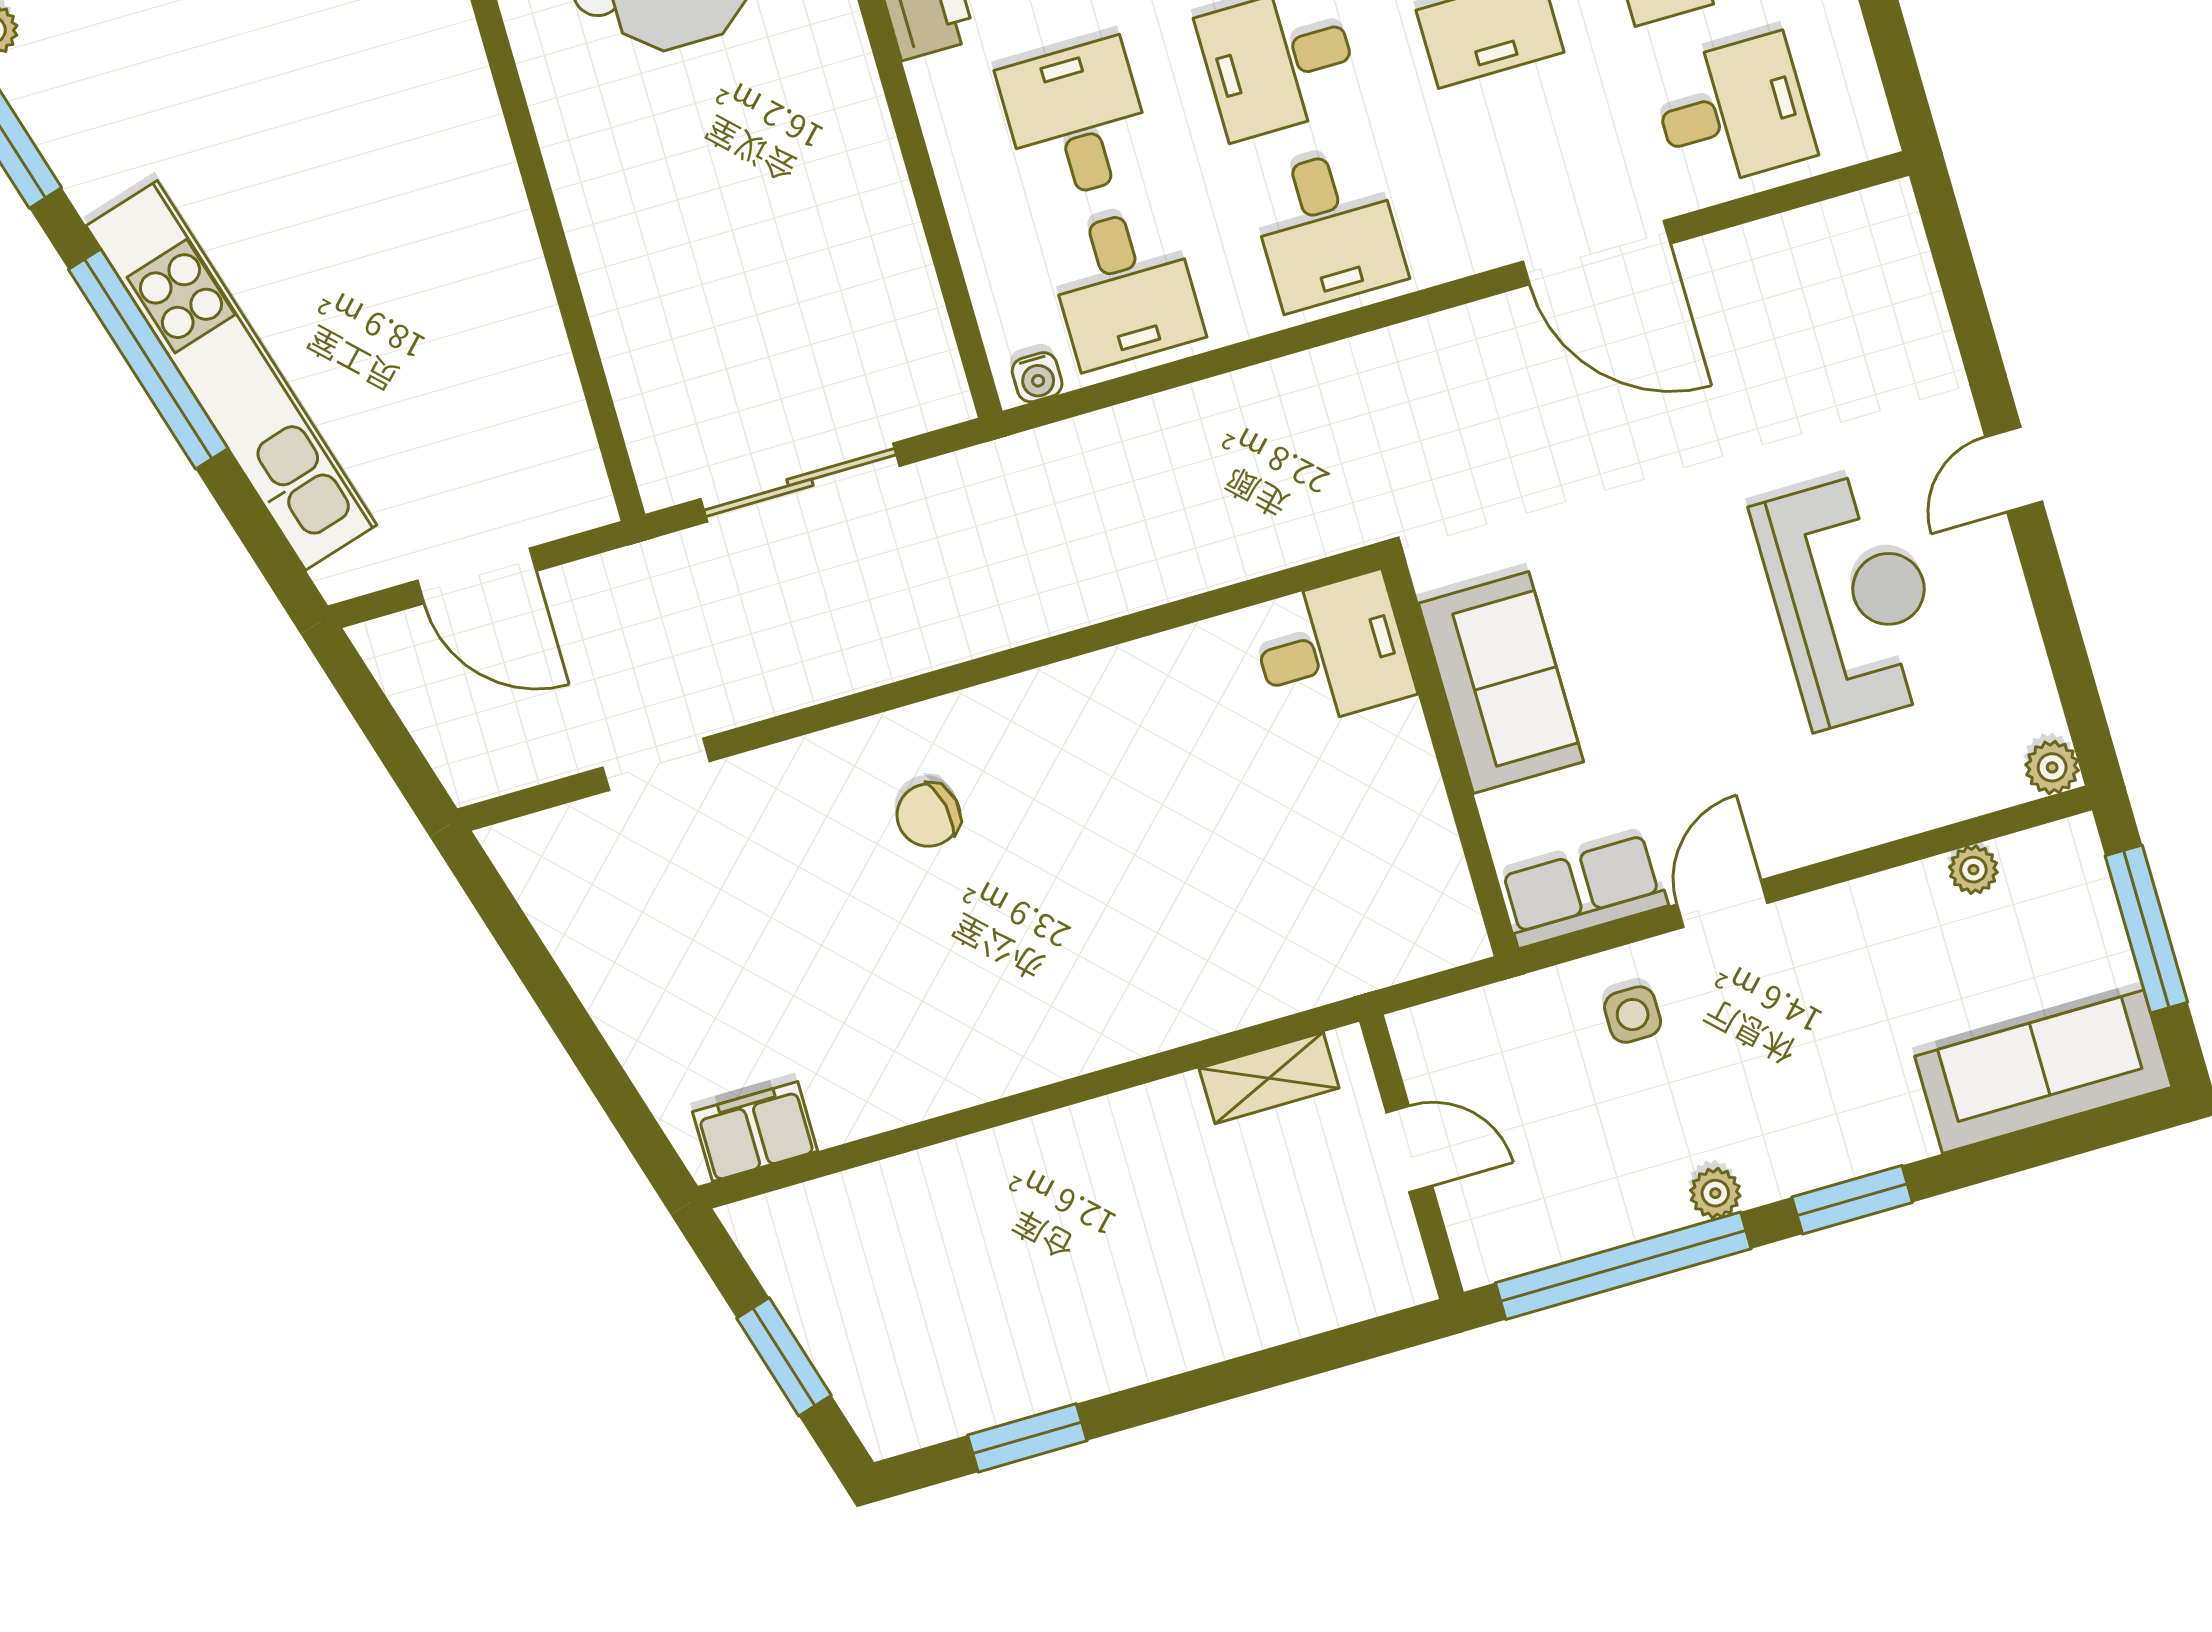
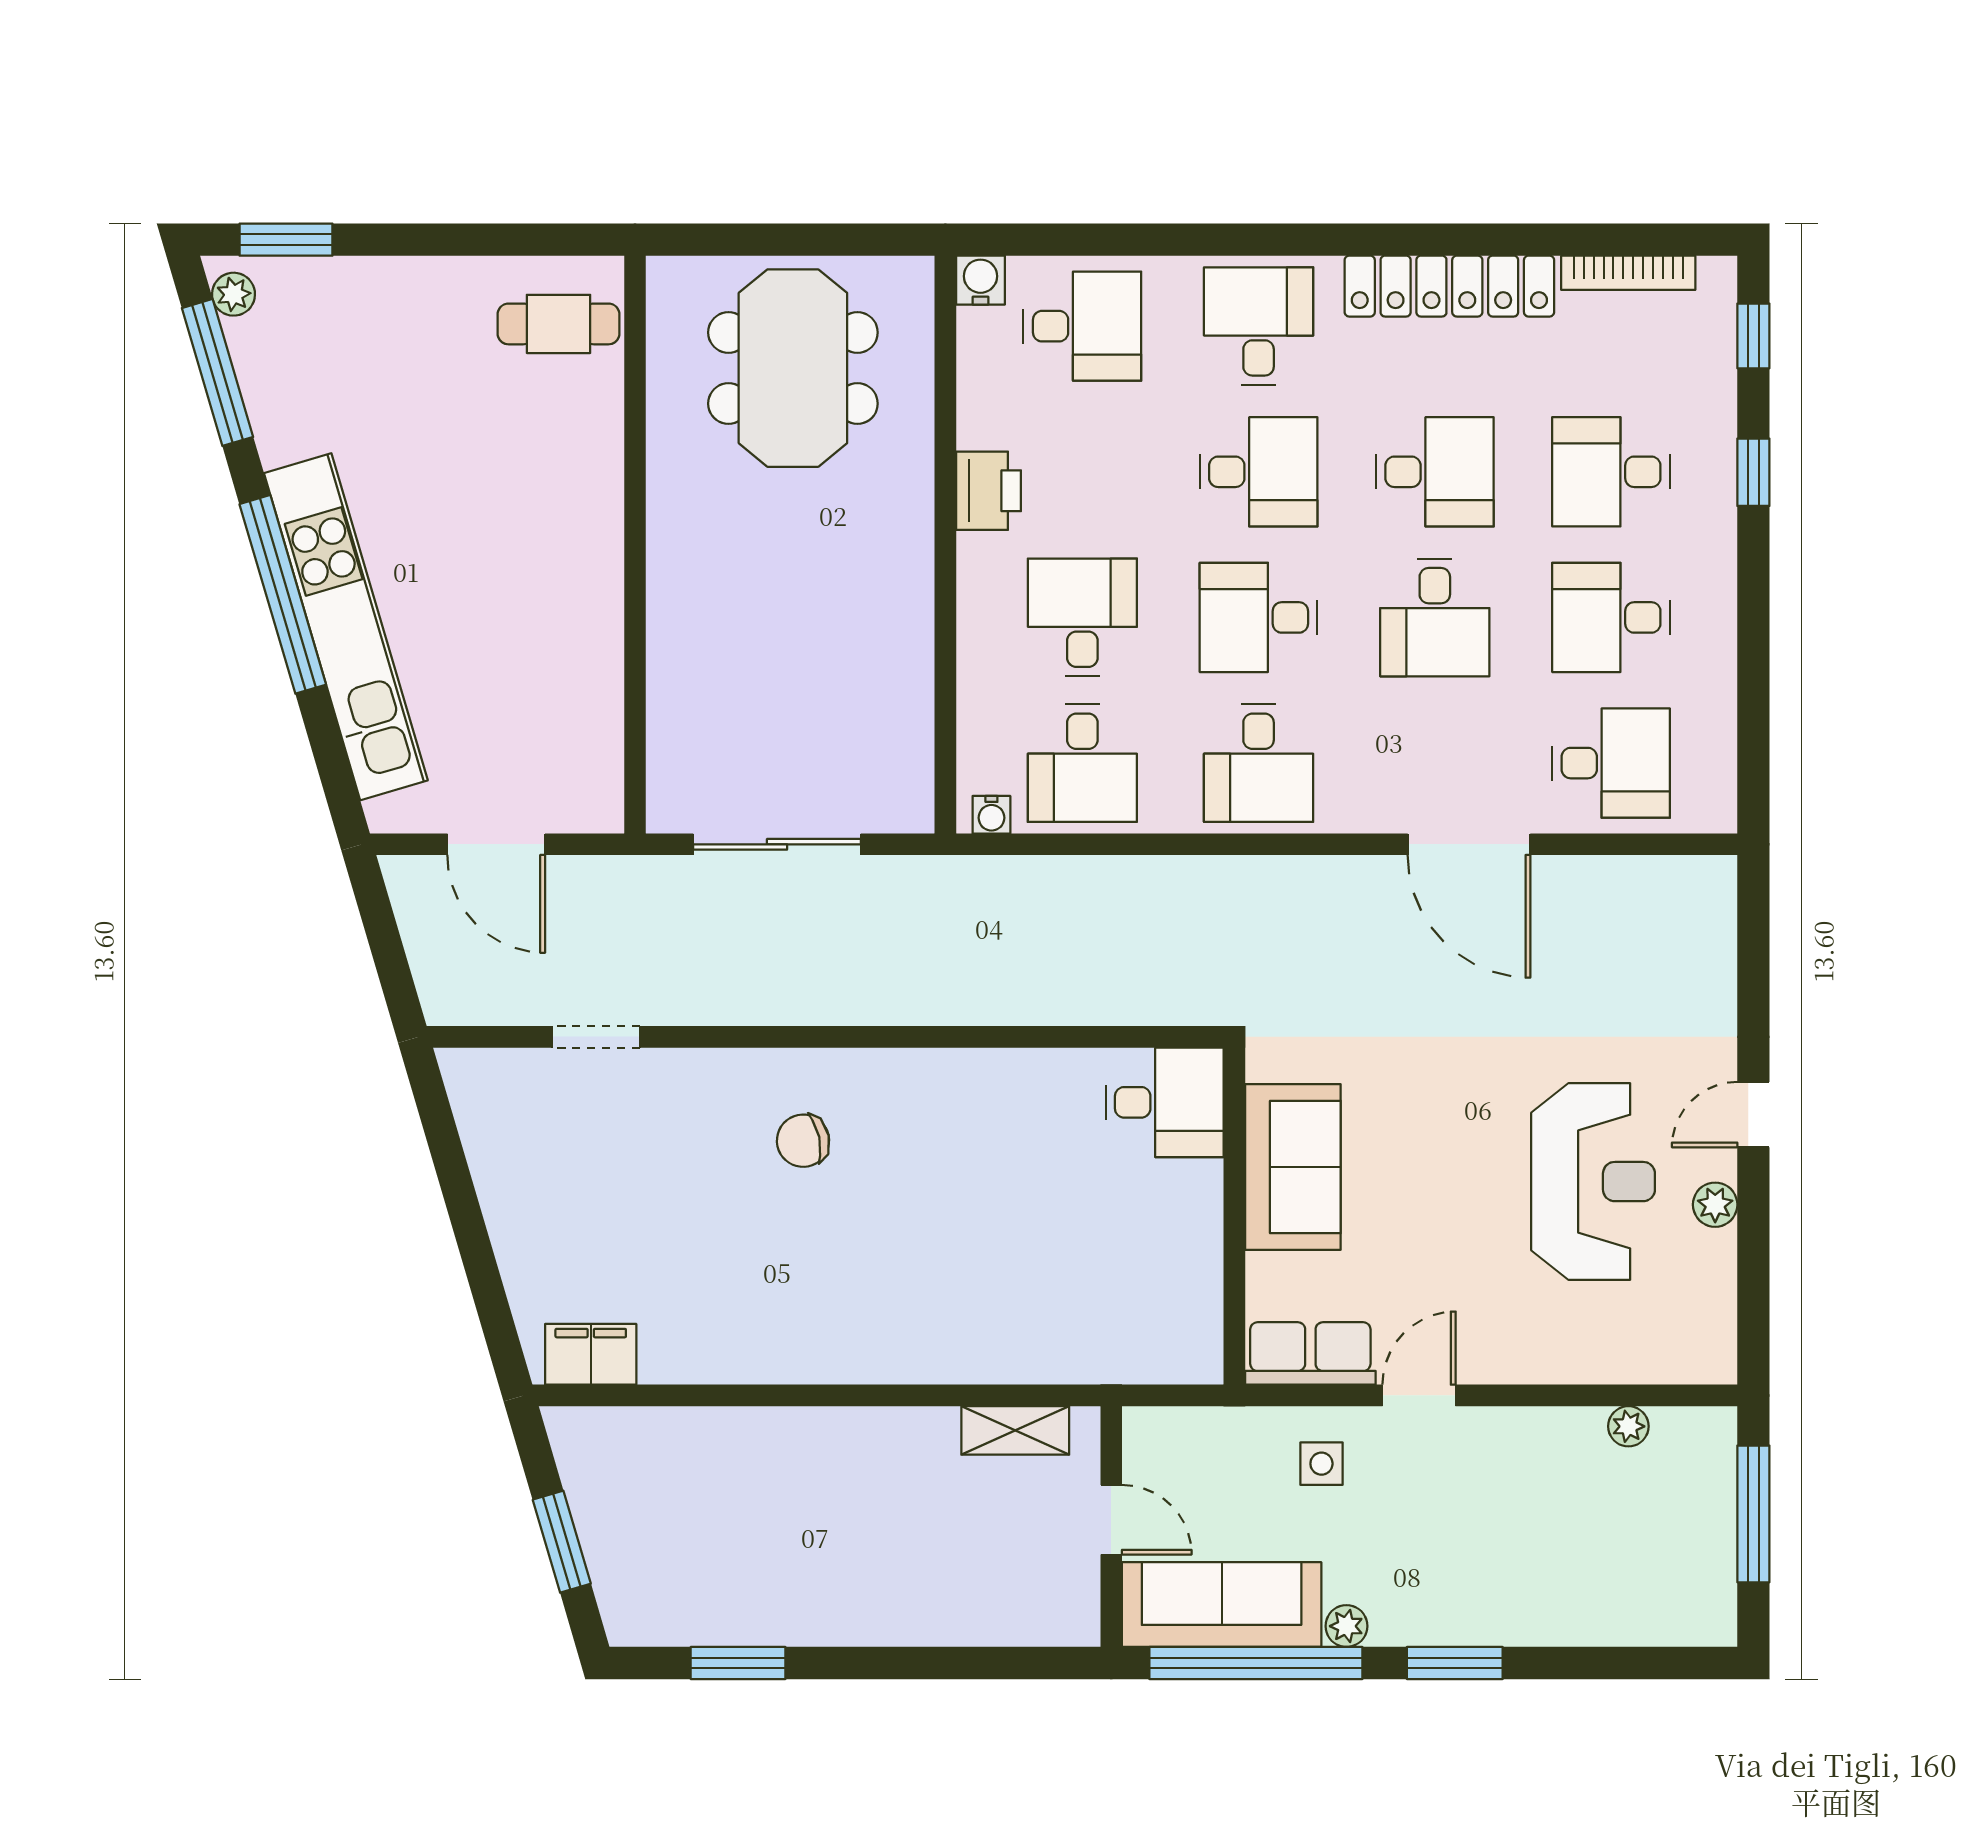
plant: (2052, 767) -> (1715, 1205), moved
sofa: (2043, 1072) -> (1222, 1605), moved

